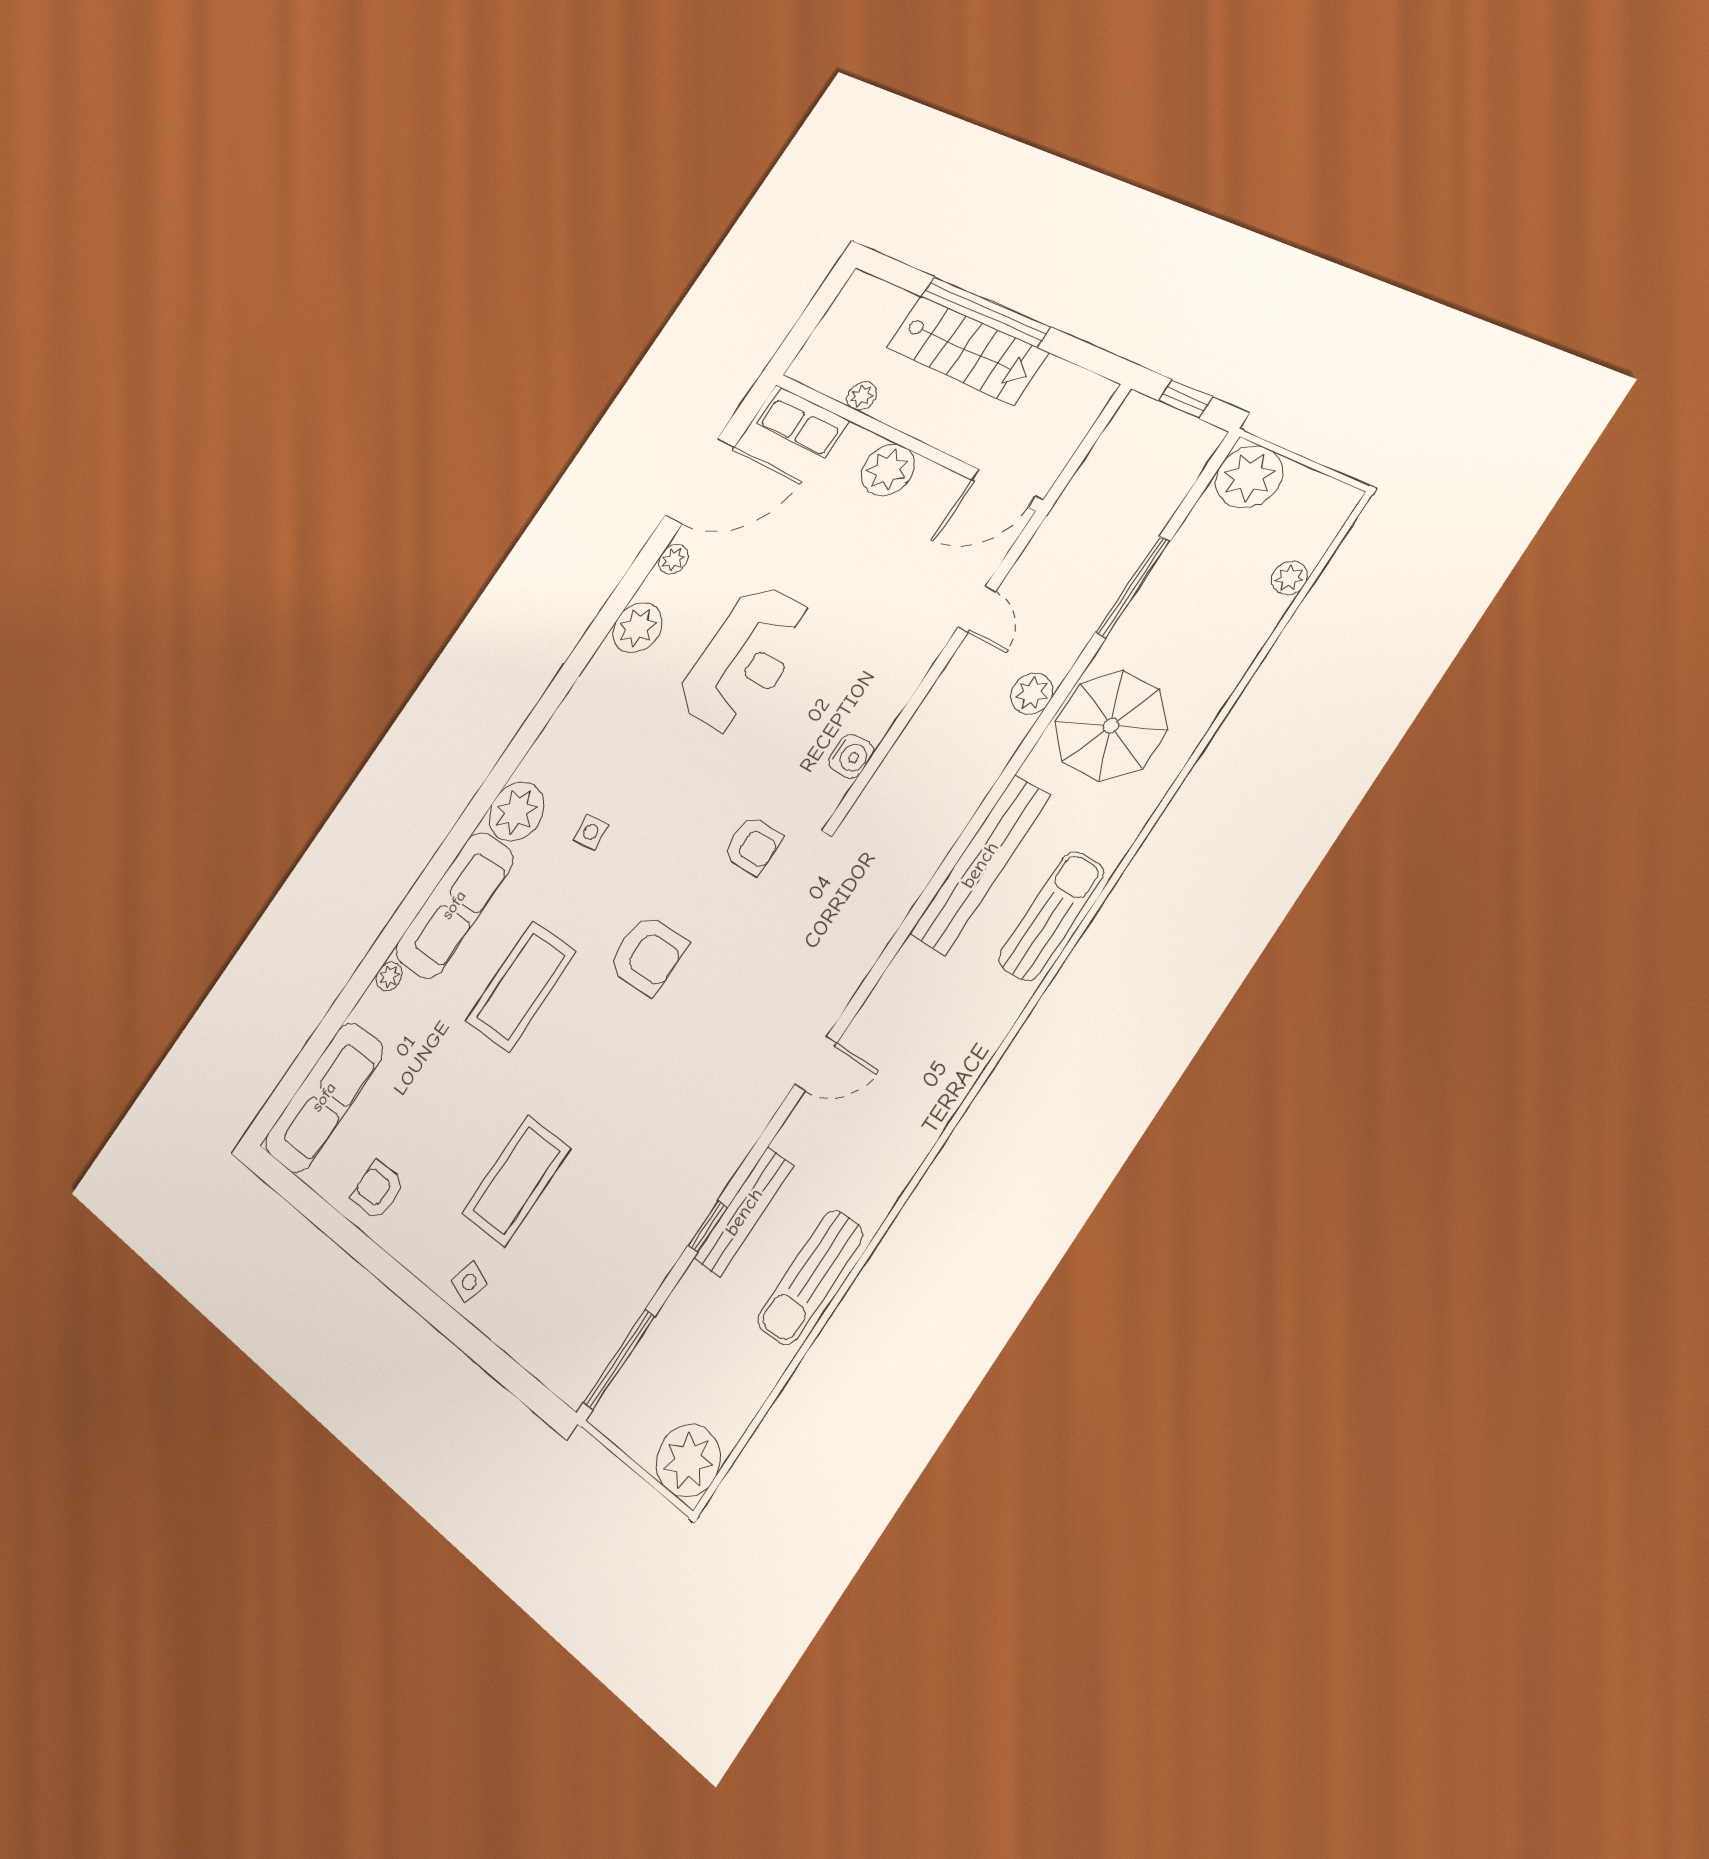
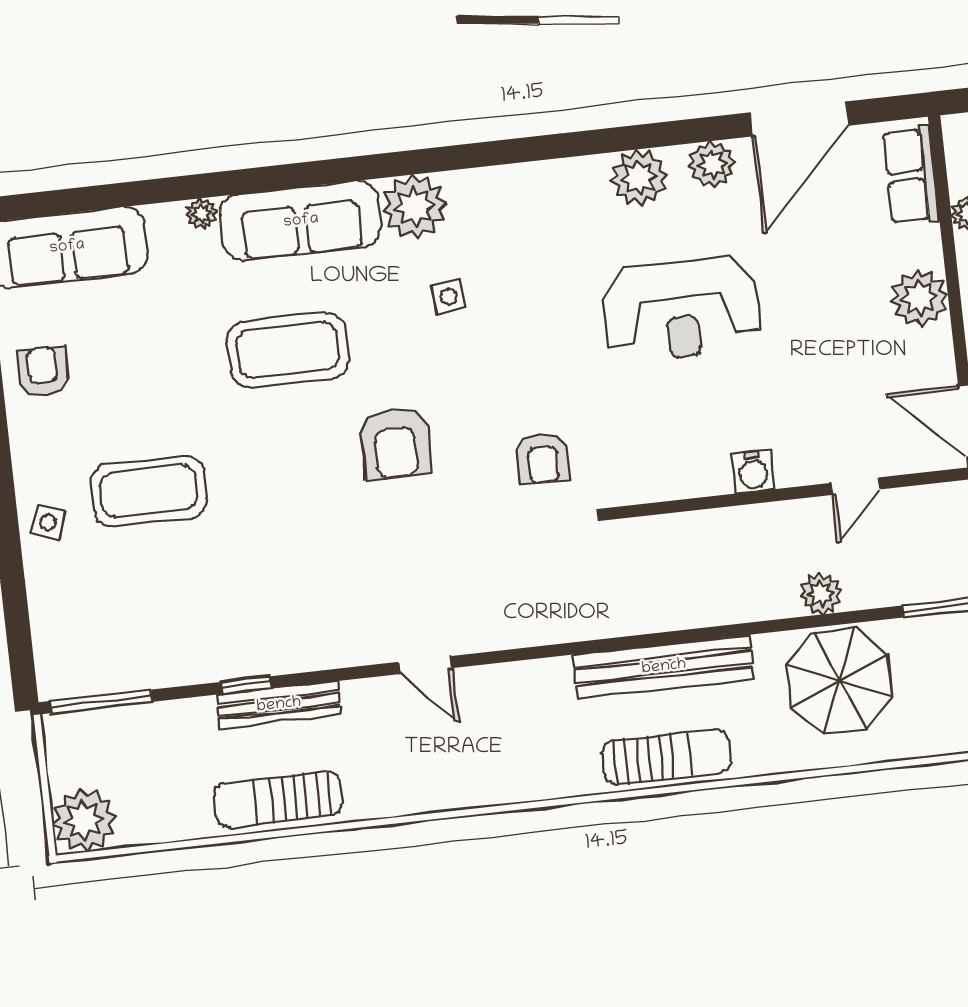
door: (700, 481) -> (800, 119), hinge flipped
plant: (673, 559) -> (712, 164), width x1.38, depth x1.38
water cooler: (851, 756) -> (753, 471), moved

